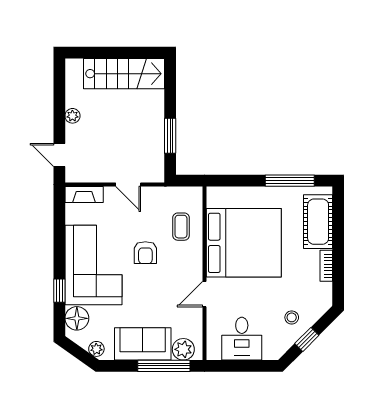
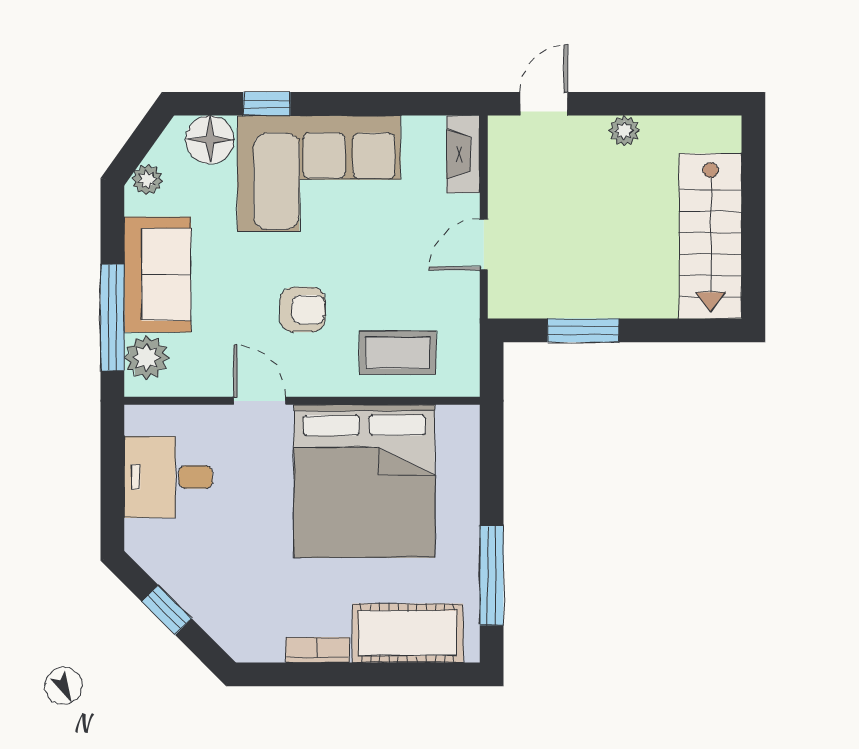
coffee table: (181, 227) -> (398, 353), width x1.36, depth x1.30
armchair: (145, 253) -> (303, 310), moved, turned 180
stool: (292, 317) -> (212, 579), removed

